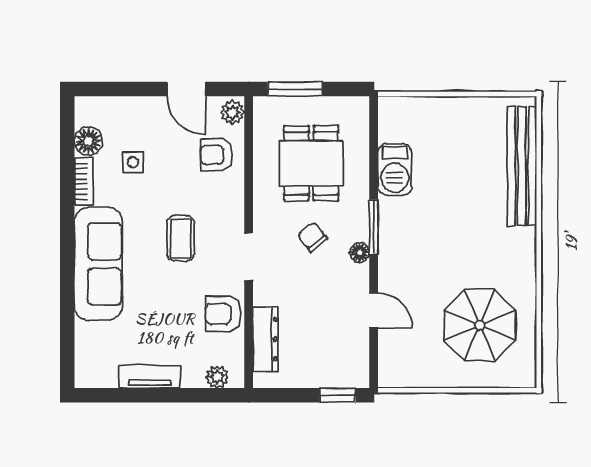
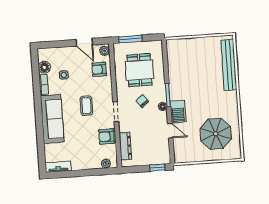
barbecue: (395, 169) -> (178, 112), moved
tv unit: (149, 377) -> (58, 167), moved

